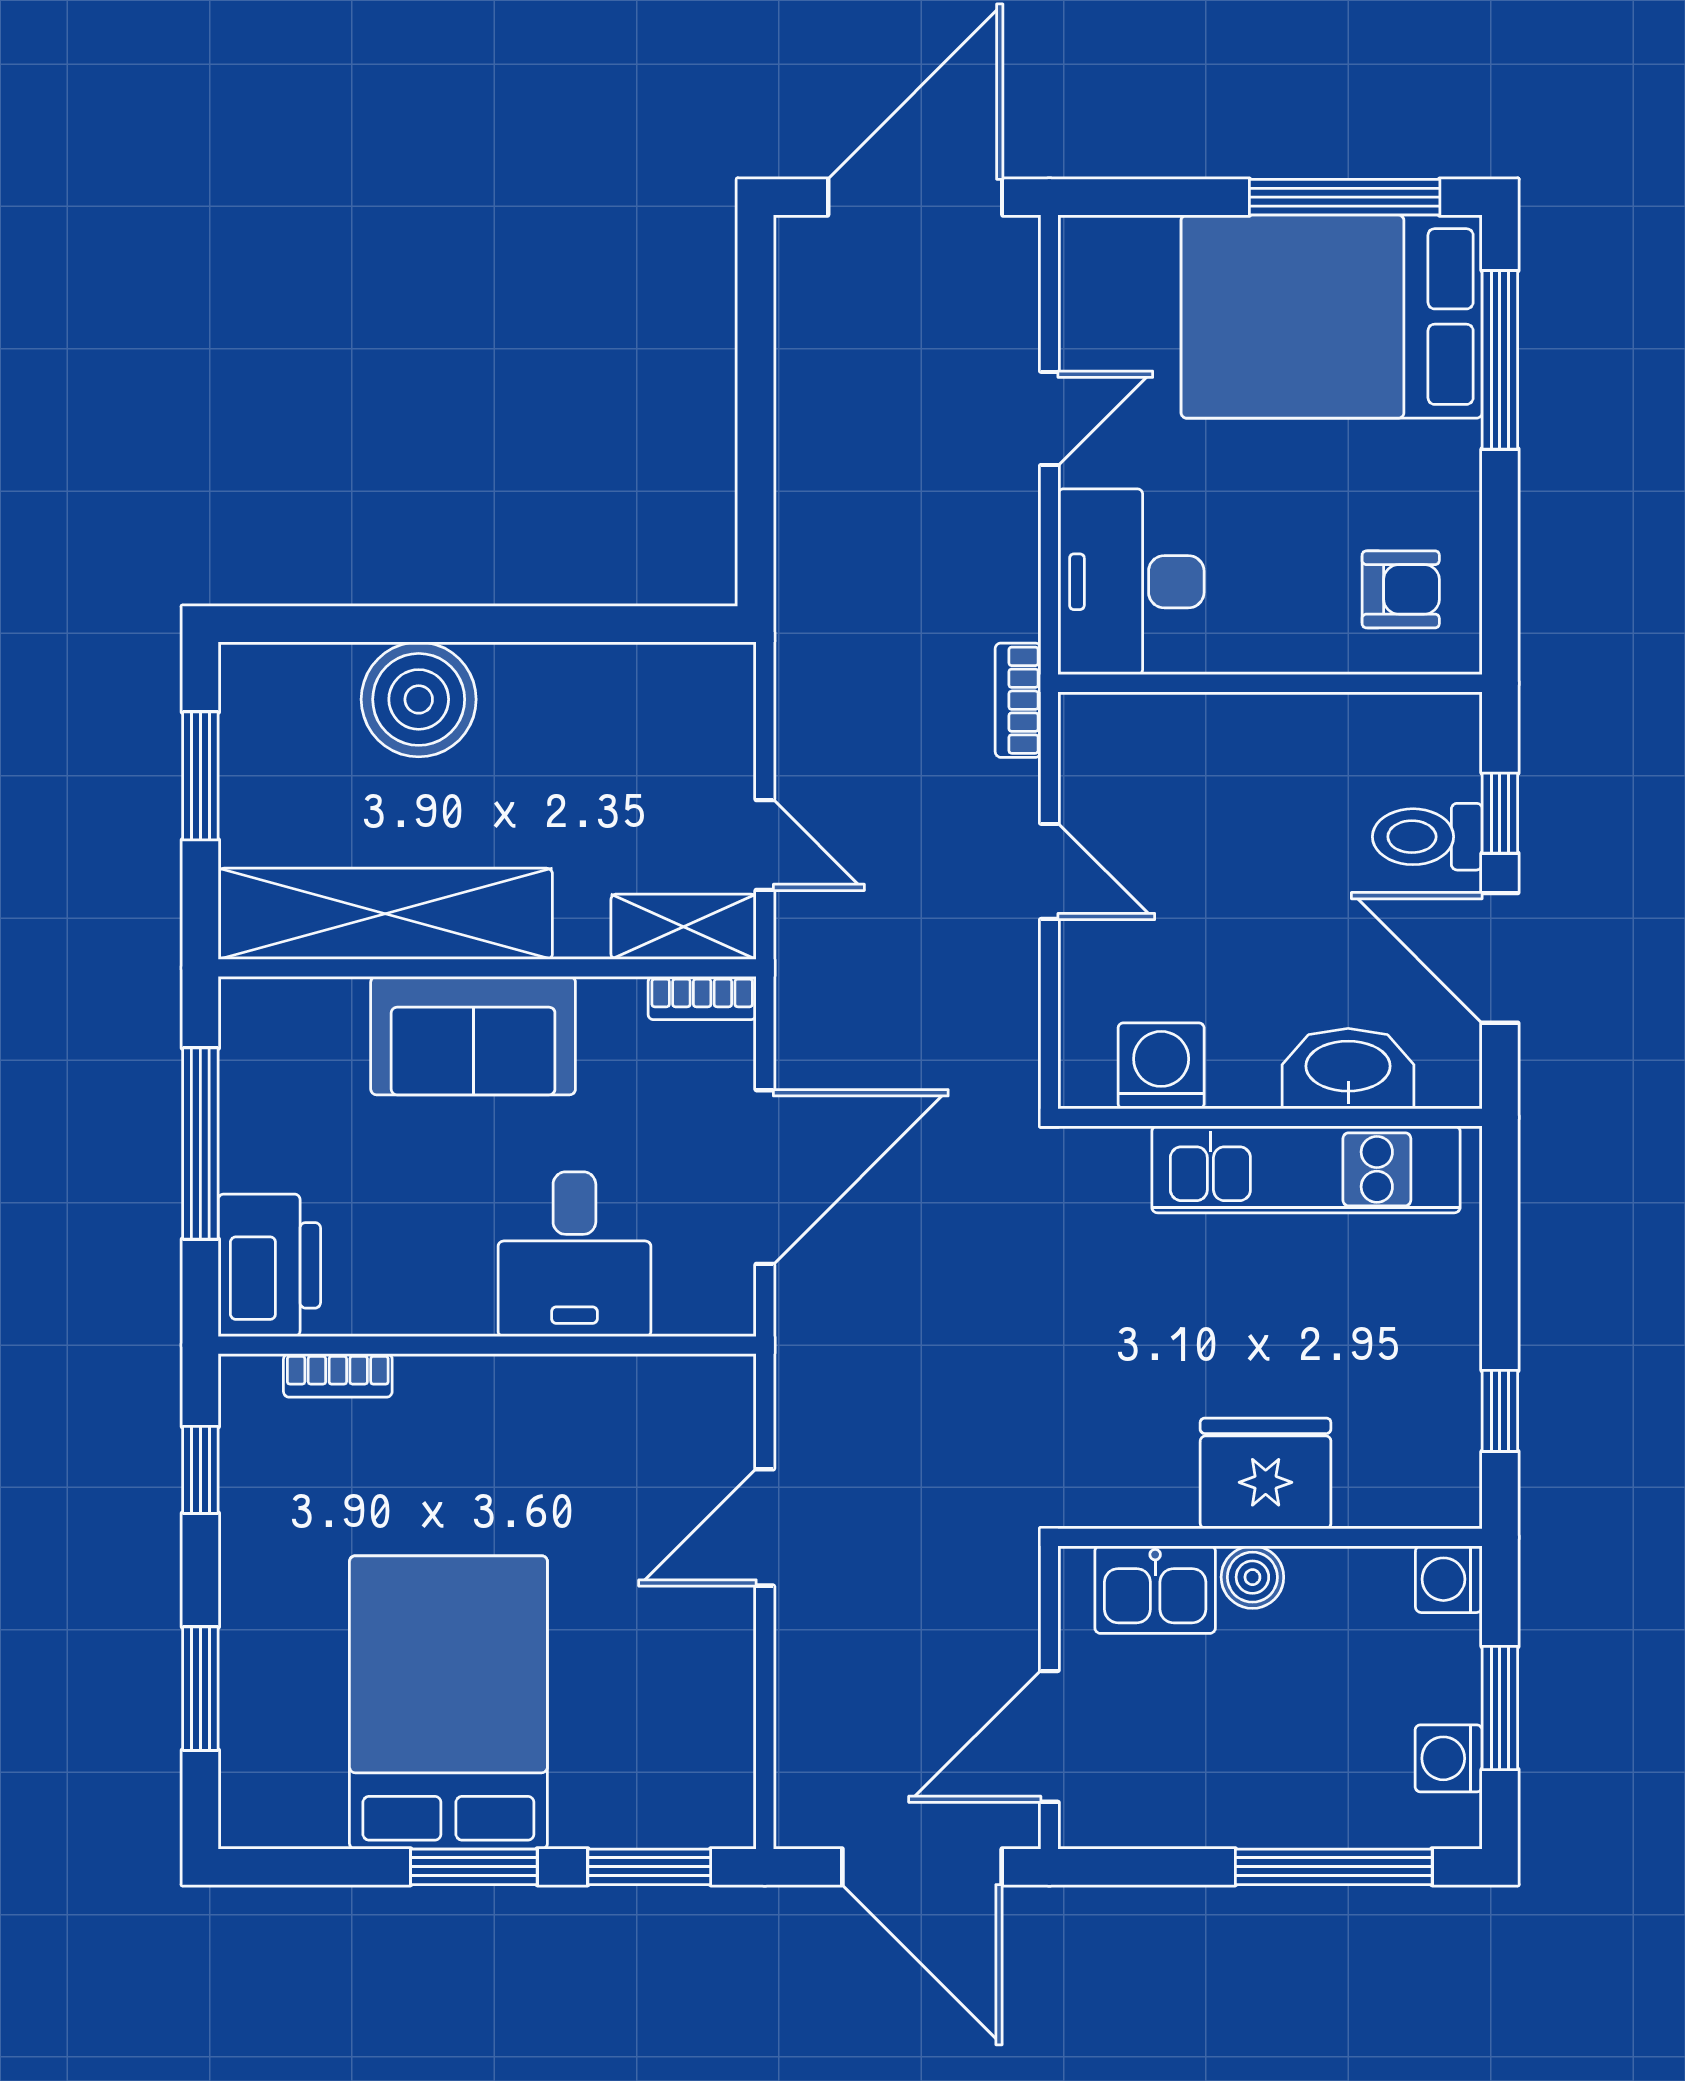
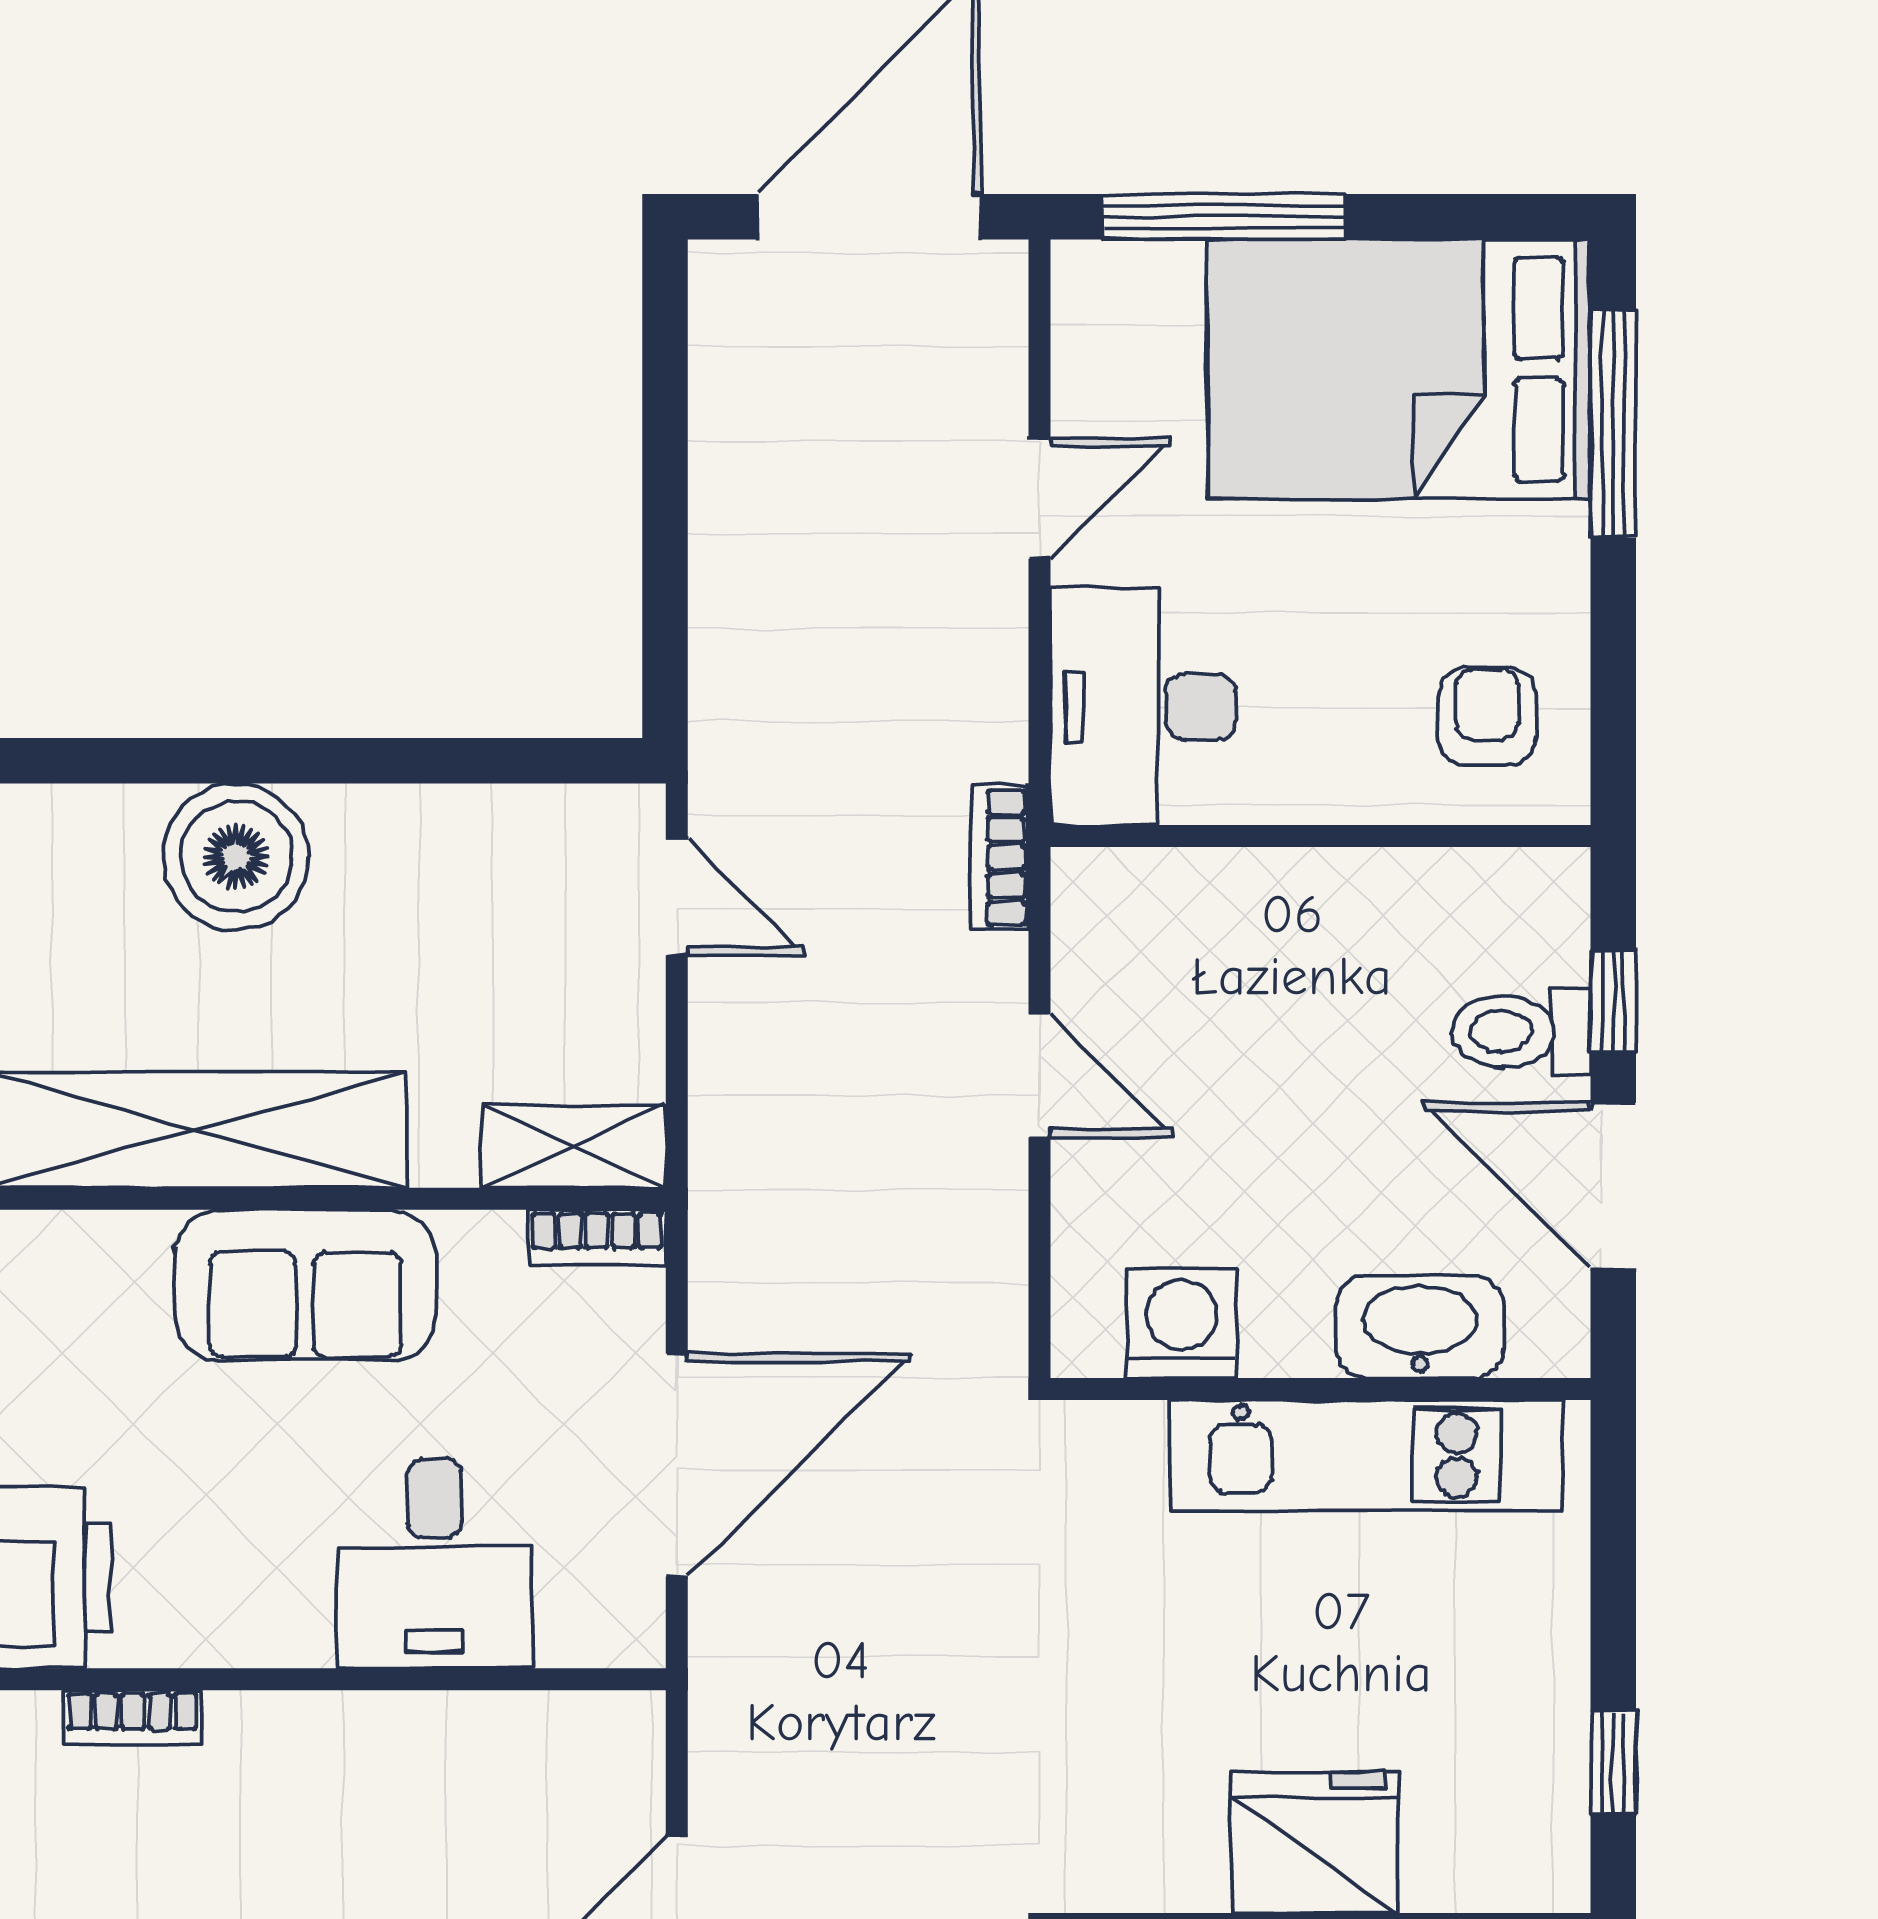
window: (1345, 197) -> (1223, 217), moved
armchair: (1401, 589) -> (1487, 716), turned -90
door: (765, 845) -> (677, 897), moved

